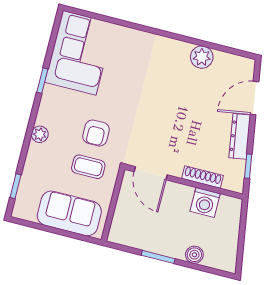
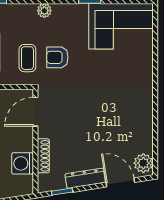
plant: (202, 57) -> (143, 163), moved

